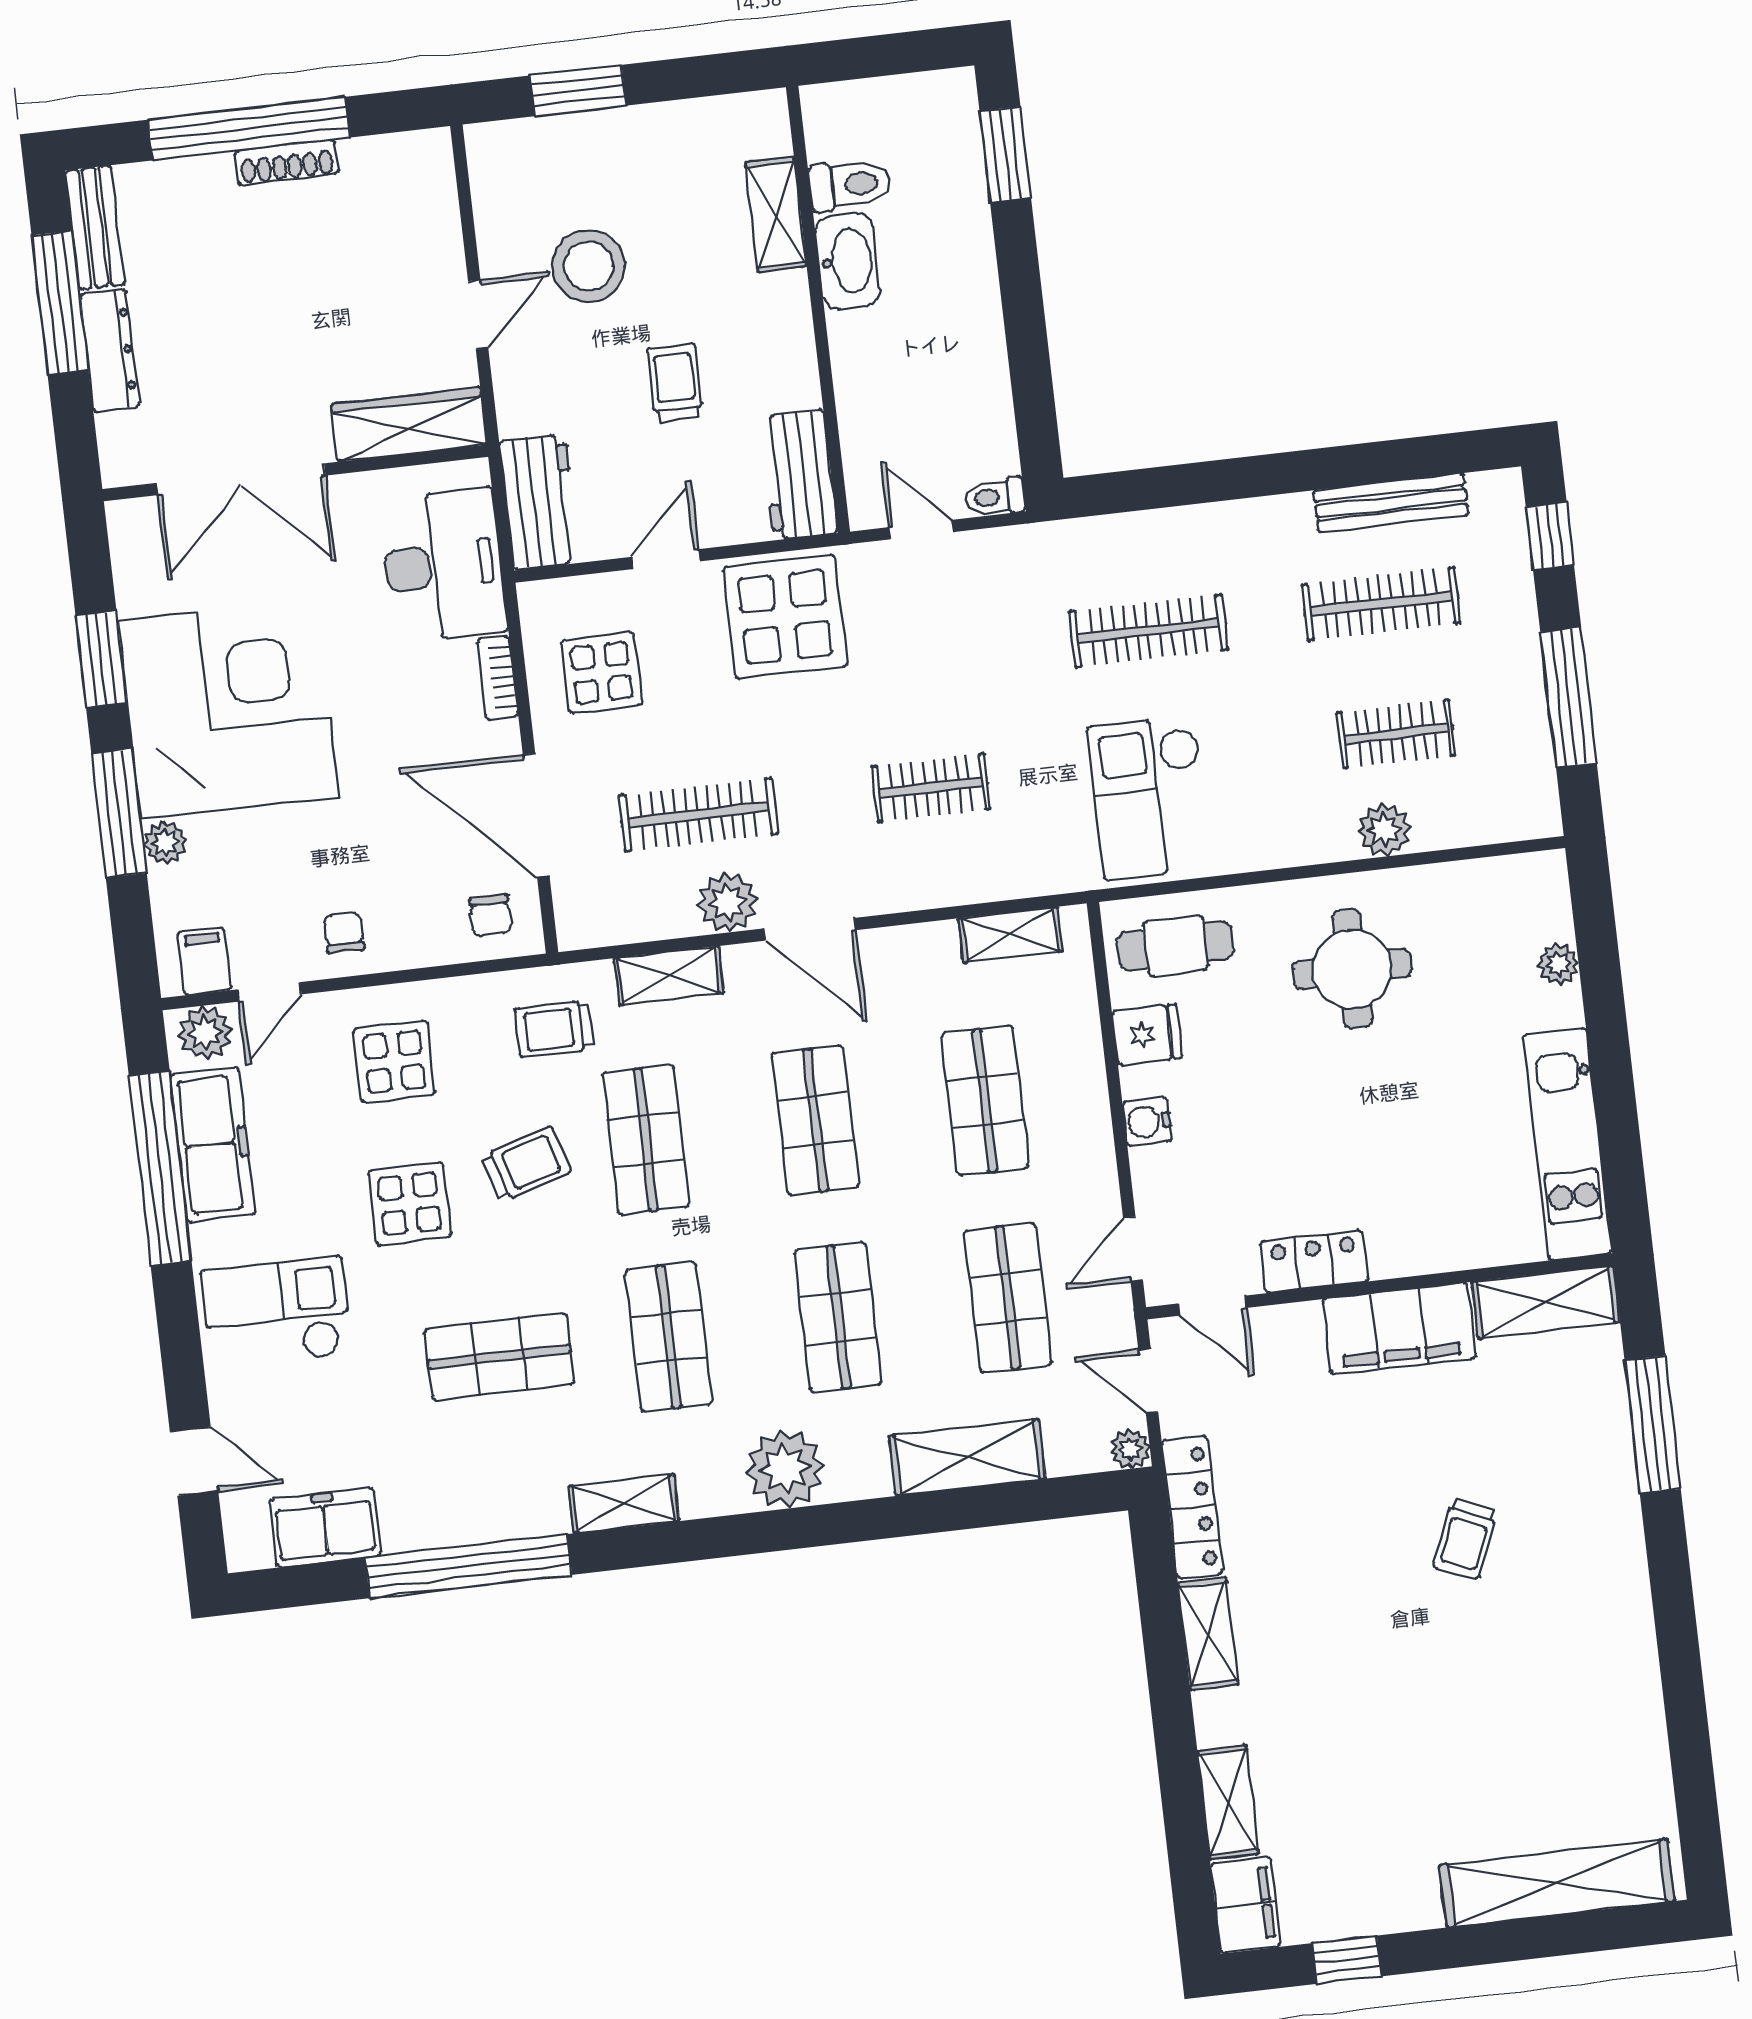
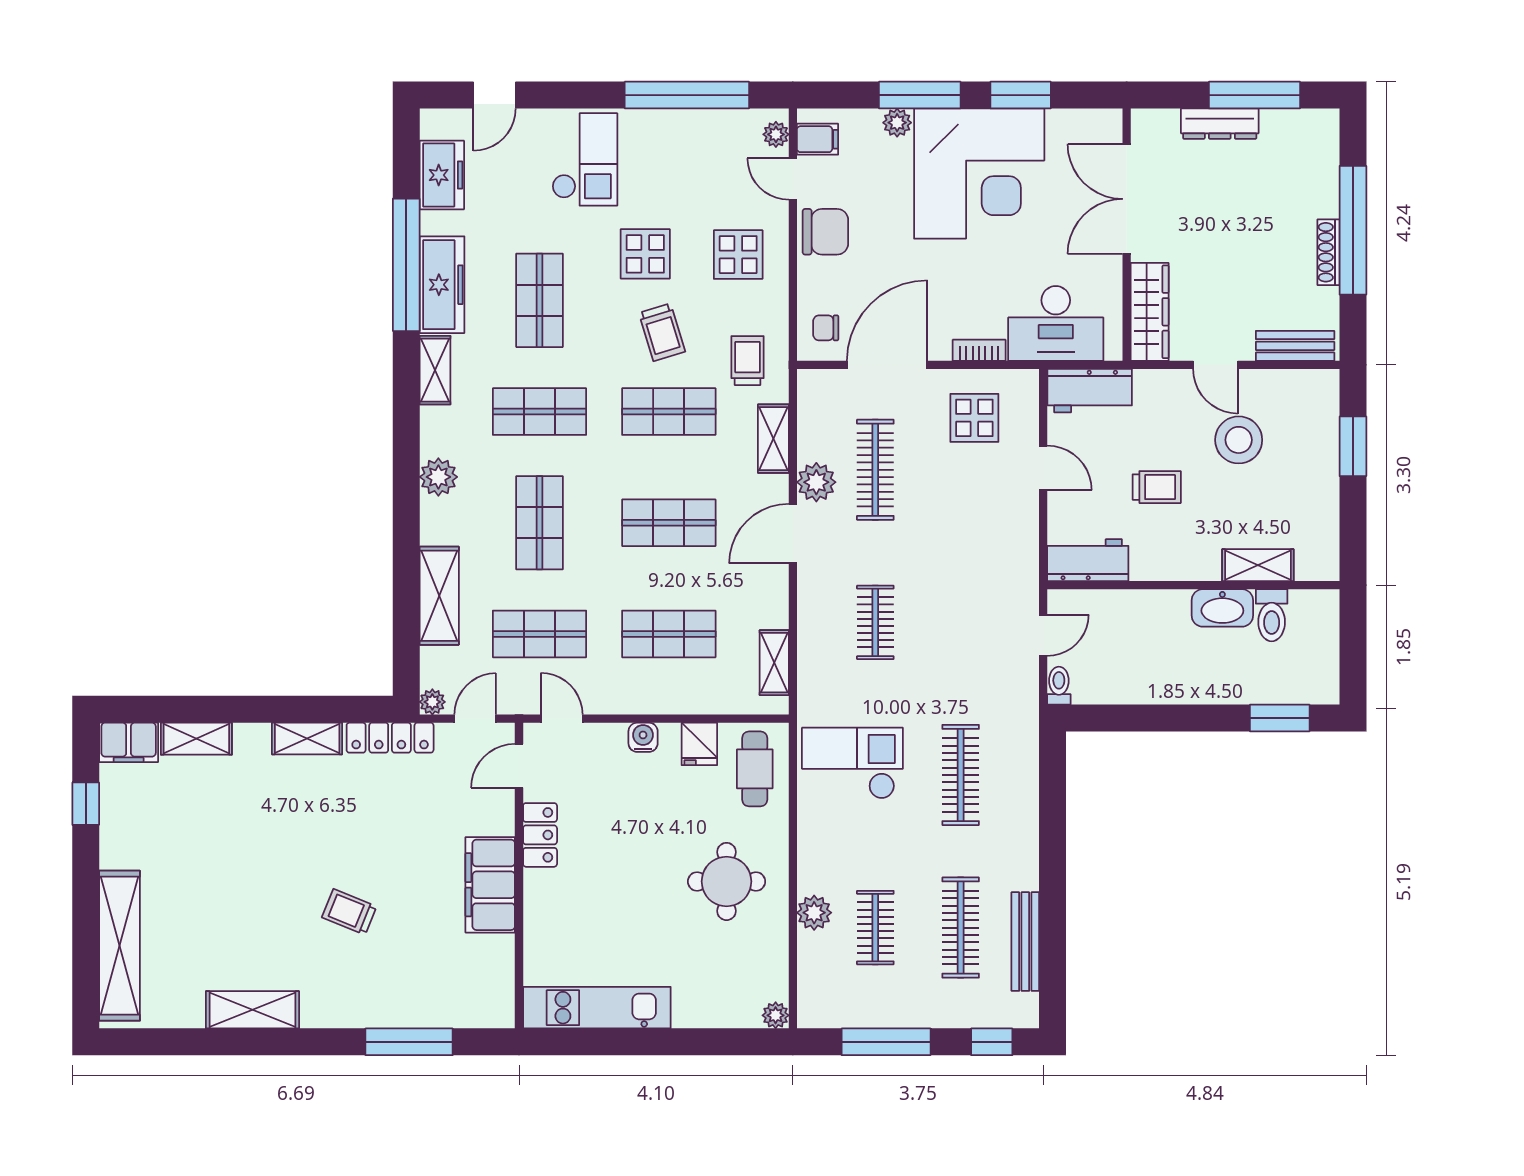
bench: (95, 228) -> (1295, 346), moved
display table: (785, 617) -> (997, 541), removed
chair: (344, 933) -> (825, 232), width x1.87, depth x1.87
plant: (1558, 964) -> (776, 1015), moved
plant: (205, 1033) -> (776, 134), width x0.73, depth x0.73
freezer: (213, 1145) -> (442, 285), moved, turned -90
shelving: (1546, 1302) -> (252, 1010), moved, turned 90
shop shelf: (838, 1317) -> (539, 523), turned 90
plant: (785, 1469) -> (438, 477), width x0.73, depth x0.73

